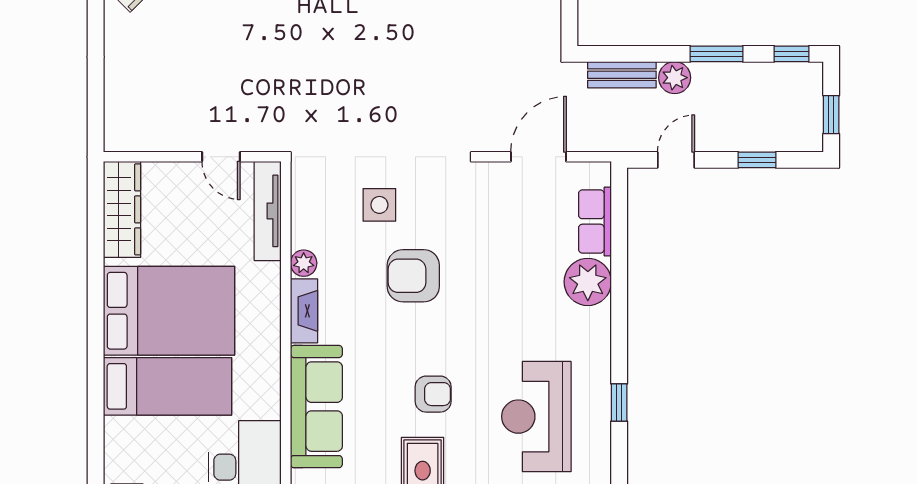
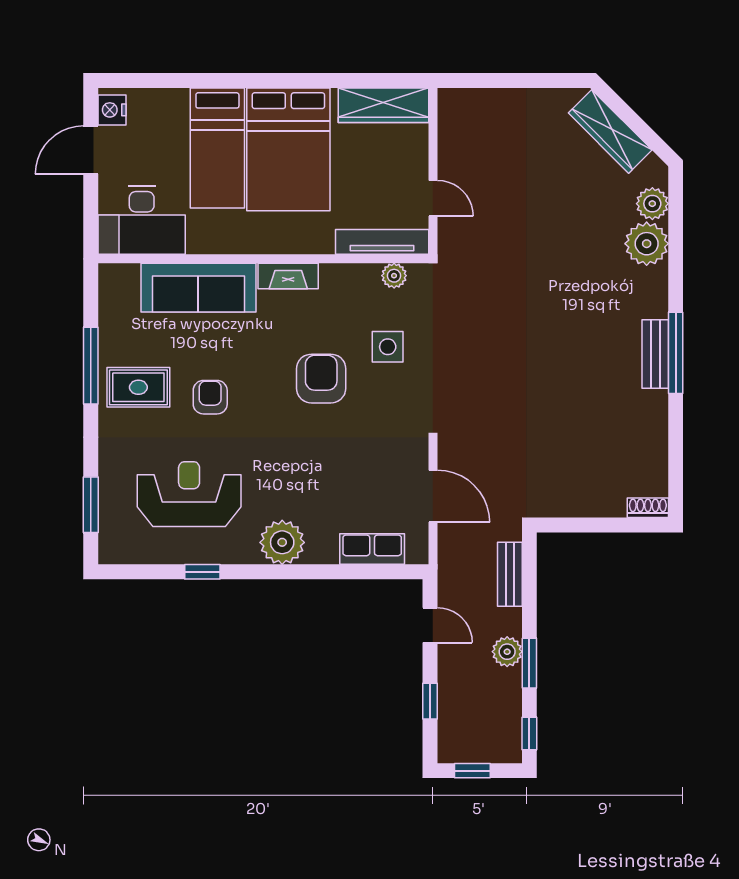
plant: (675, 78) -> (507, 652), moved
door: (221, 157) -> (433, 198), swing flipped
plant: (304, 263) -> (394, 276), moved
plant: (588, 282) -> (282, 542), moved
armchair: (433, 394) -> (210, 397), turned 180

